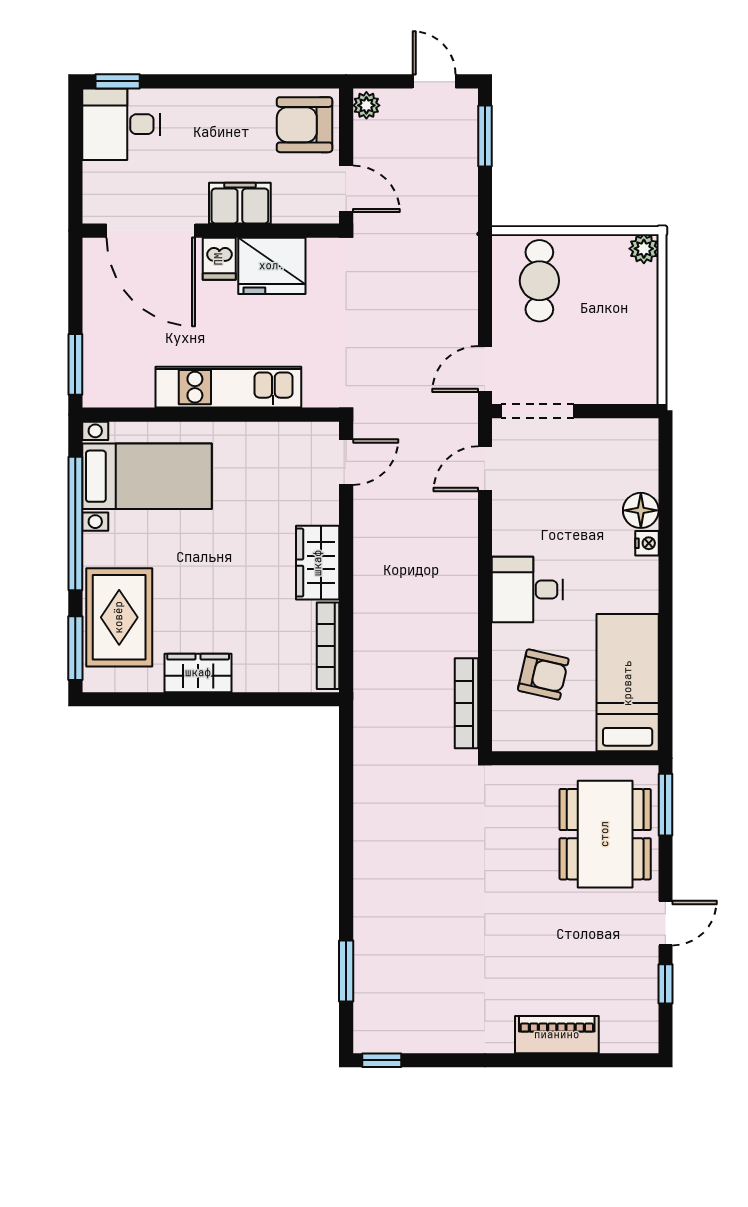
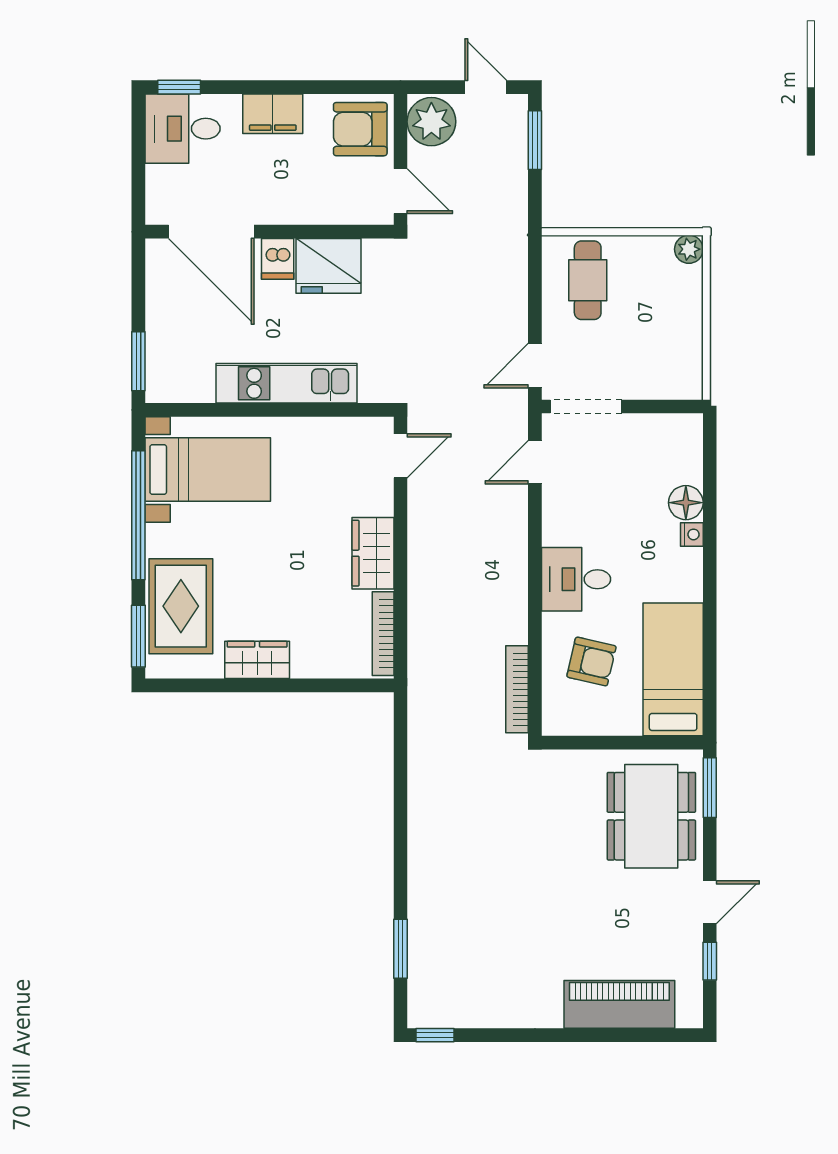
plant: (366, 105) -> (431, 122), width x1.87, depth x1.87
filing cabinet: (240, 203) -> (273, 114), moved, turned 180
piano: (557, 1035) -> (619, 1004), width x1.37, depth x1.33

